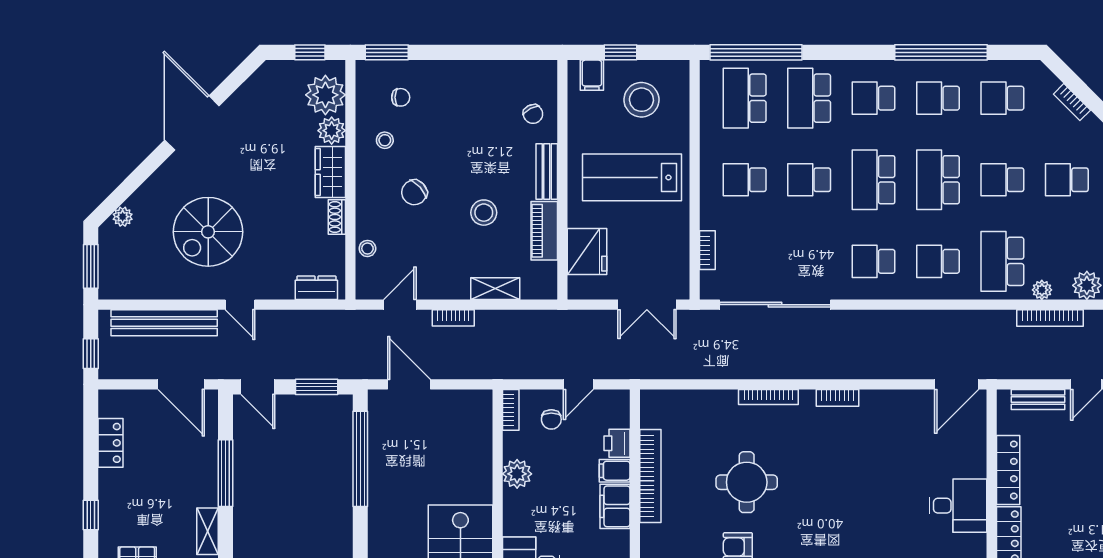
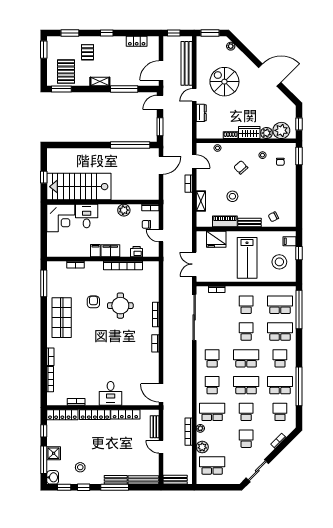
school desk: (938, 98) -> (280, 385), width x1.85
lab bench: (632, 177) -> (247, 258), turned 180
dresser: (316, 288) -> (201, 113), moved
filing cabinet: (615, 471) -> (95, 251), moved

